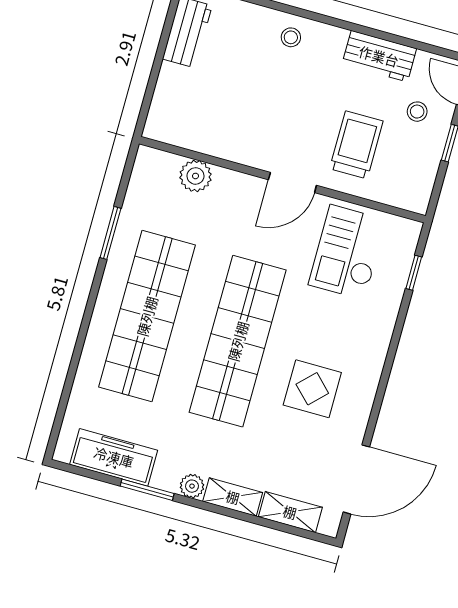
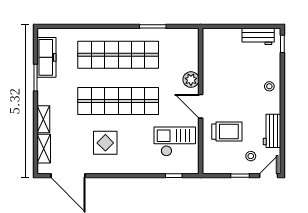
plant: (196, 176) -> (191, 80), moved
plant: (192, 486) -> (43, 98), removed

